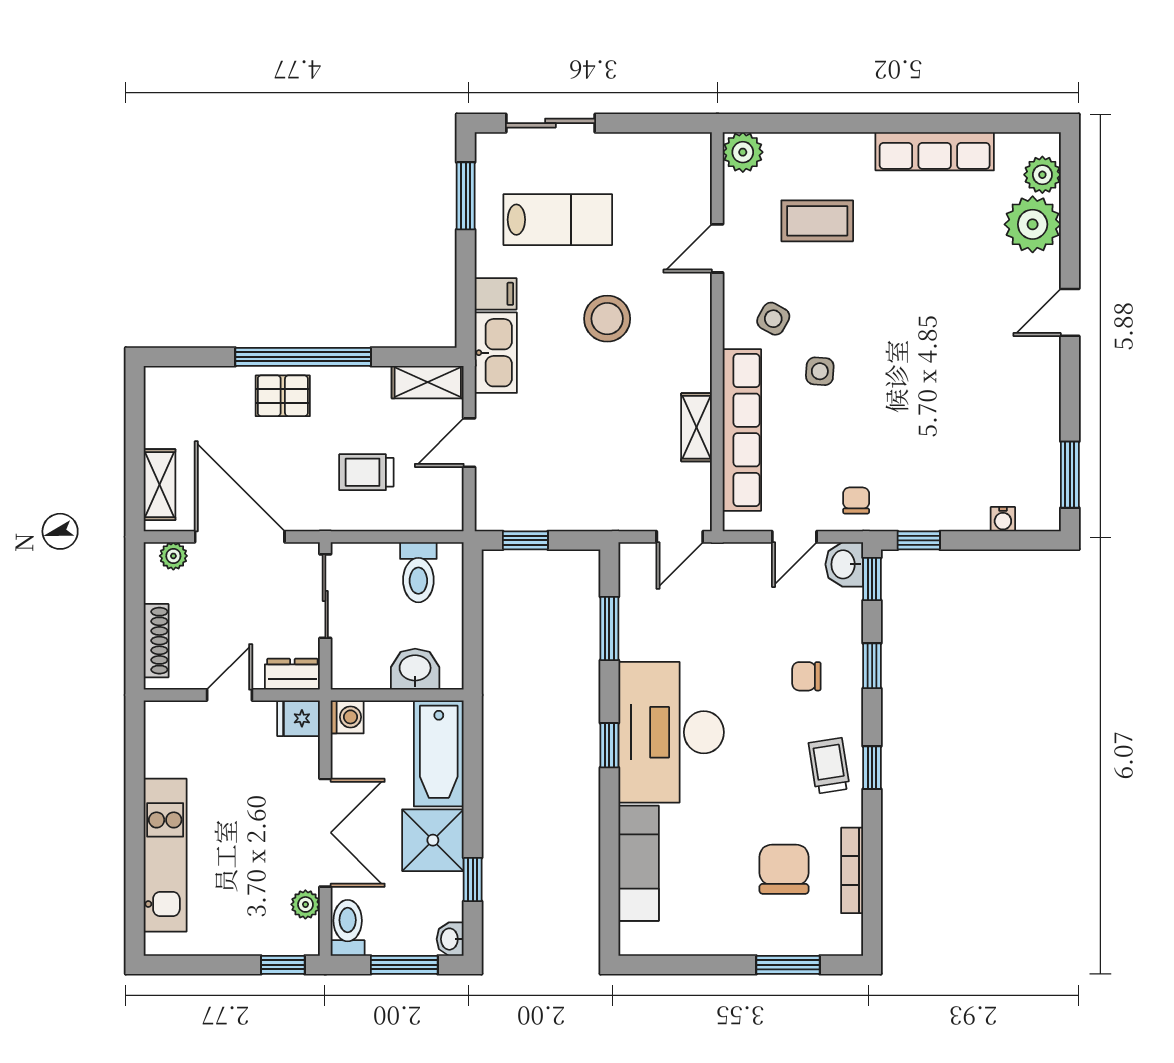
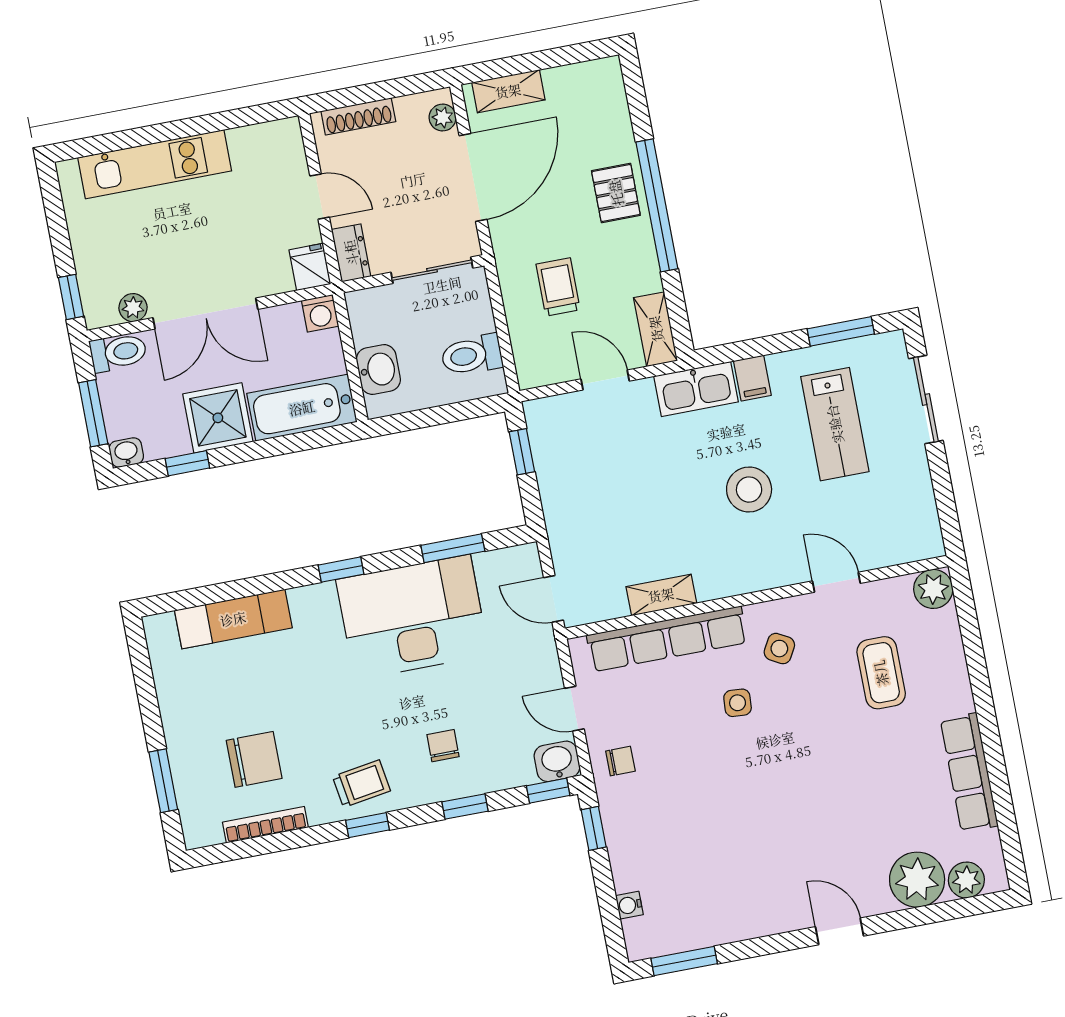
desk: (671, 732) -> (412, 617), moved

